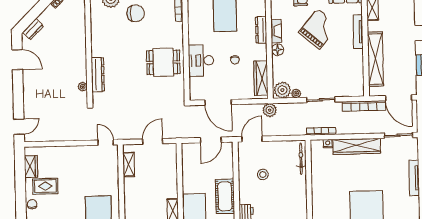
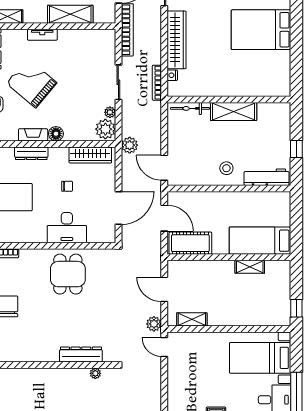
tv unit: (358, 32) -> (42, 35), width x0.71
shelving: (375, 59) -> (70, 14), width x0.68
plant: (124, 134) -> (154, 324), added
door: (106, 143) -> (164, 347), hinge flipped
stool: (263, 174) -> (226, 168), moved
shelving: (299, 194) -> (234, 111), added
cot: (225, 196) -> (190, 243), moved

